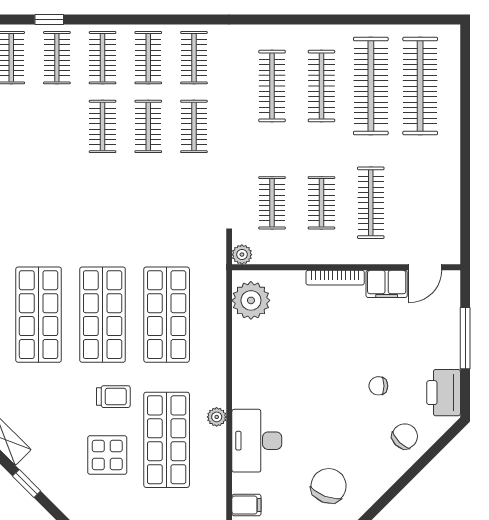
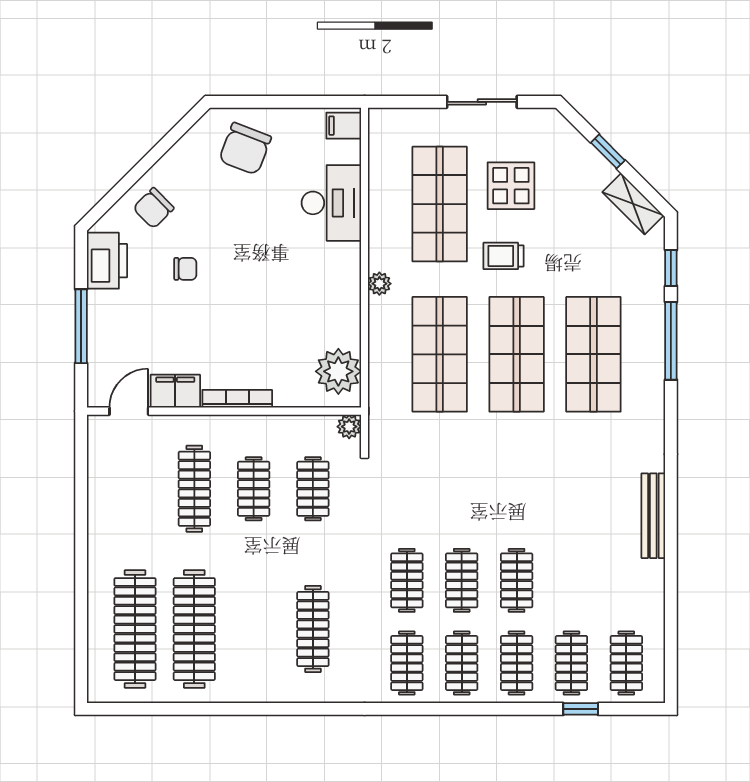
clothes rail: (321, 86) -> (254, 629), removed
plant: (217, 417) -> (379, 284), moved

